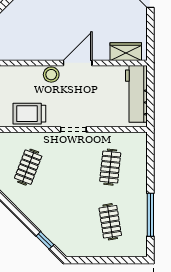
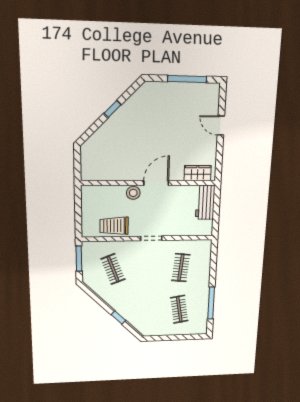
workbench: (136, 94) -> (205, 202), width x0.73
clothes rail: (28, 167) -> (113, 269), turned -42
window: (45, 240) -> (118, 318), moved

